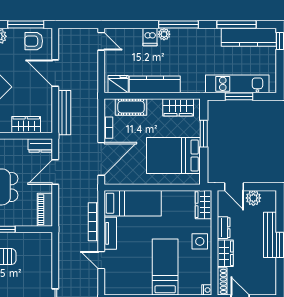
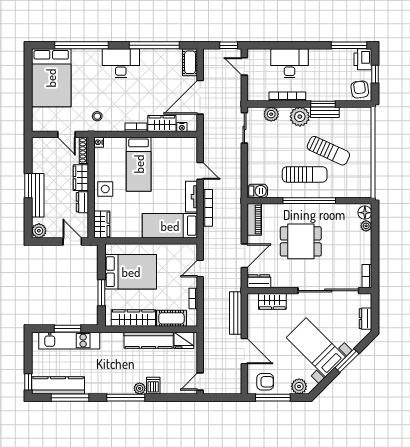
door: (101, 41) -> (200, 382), hinge flipped
wardrobe: (178, 107) -> (133, 318), width x1.50
door: (101, 159) -> (200, 268), width x0.53
plant: (253, 198) -> (39, 231), moved
barbecue: (42, 239) -> (258, 191), added

